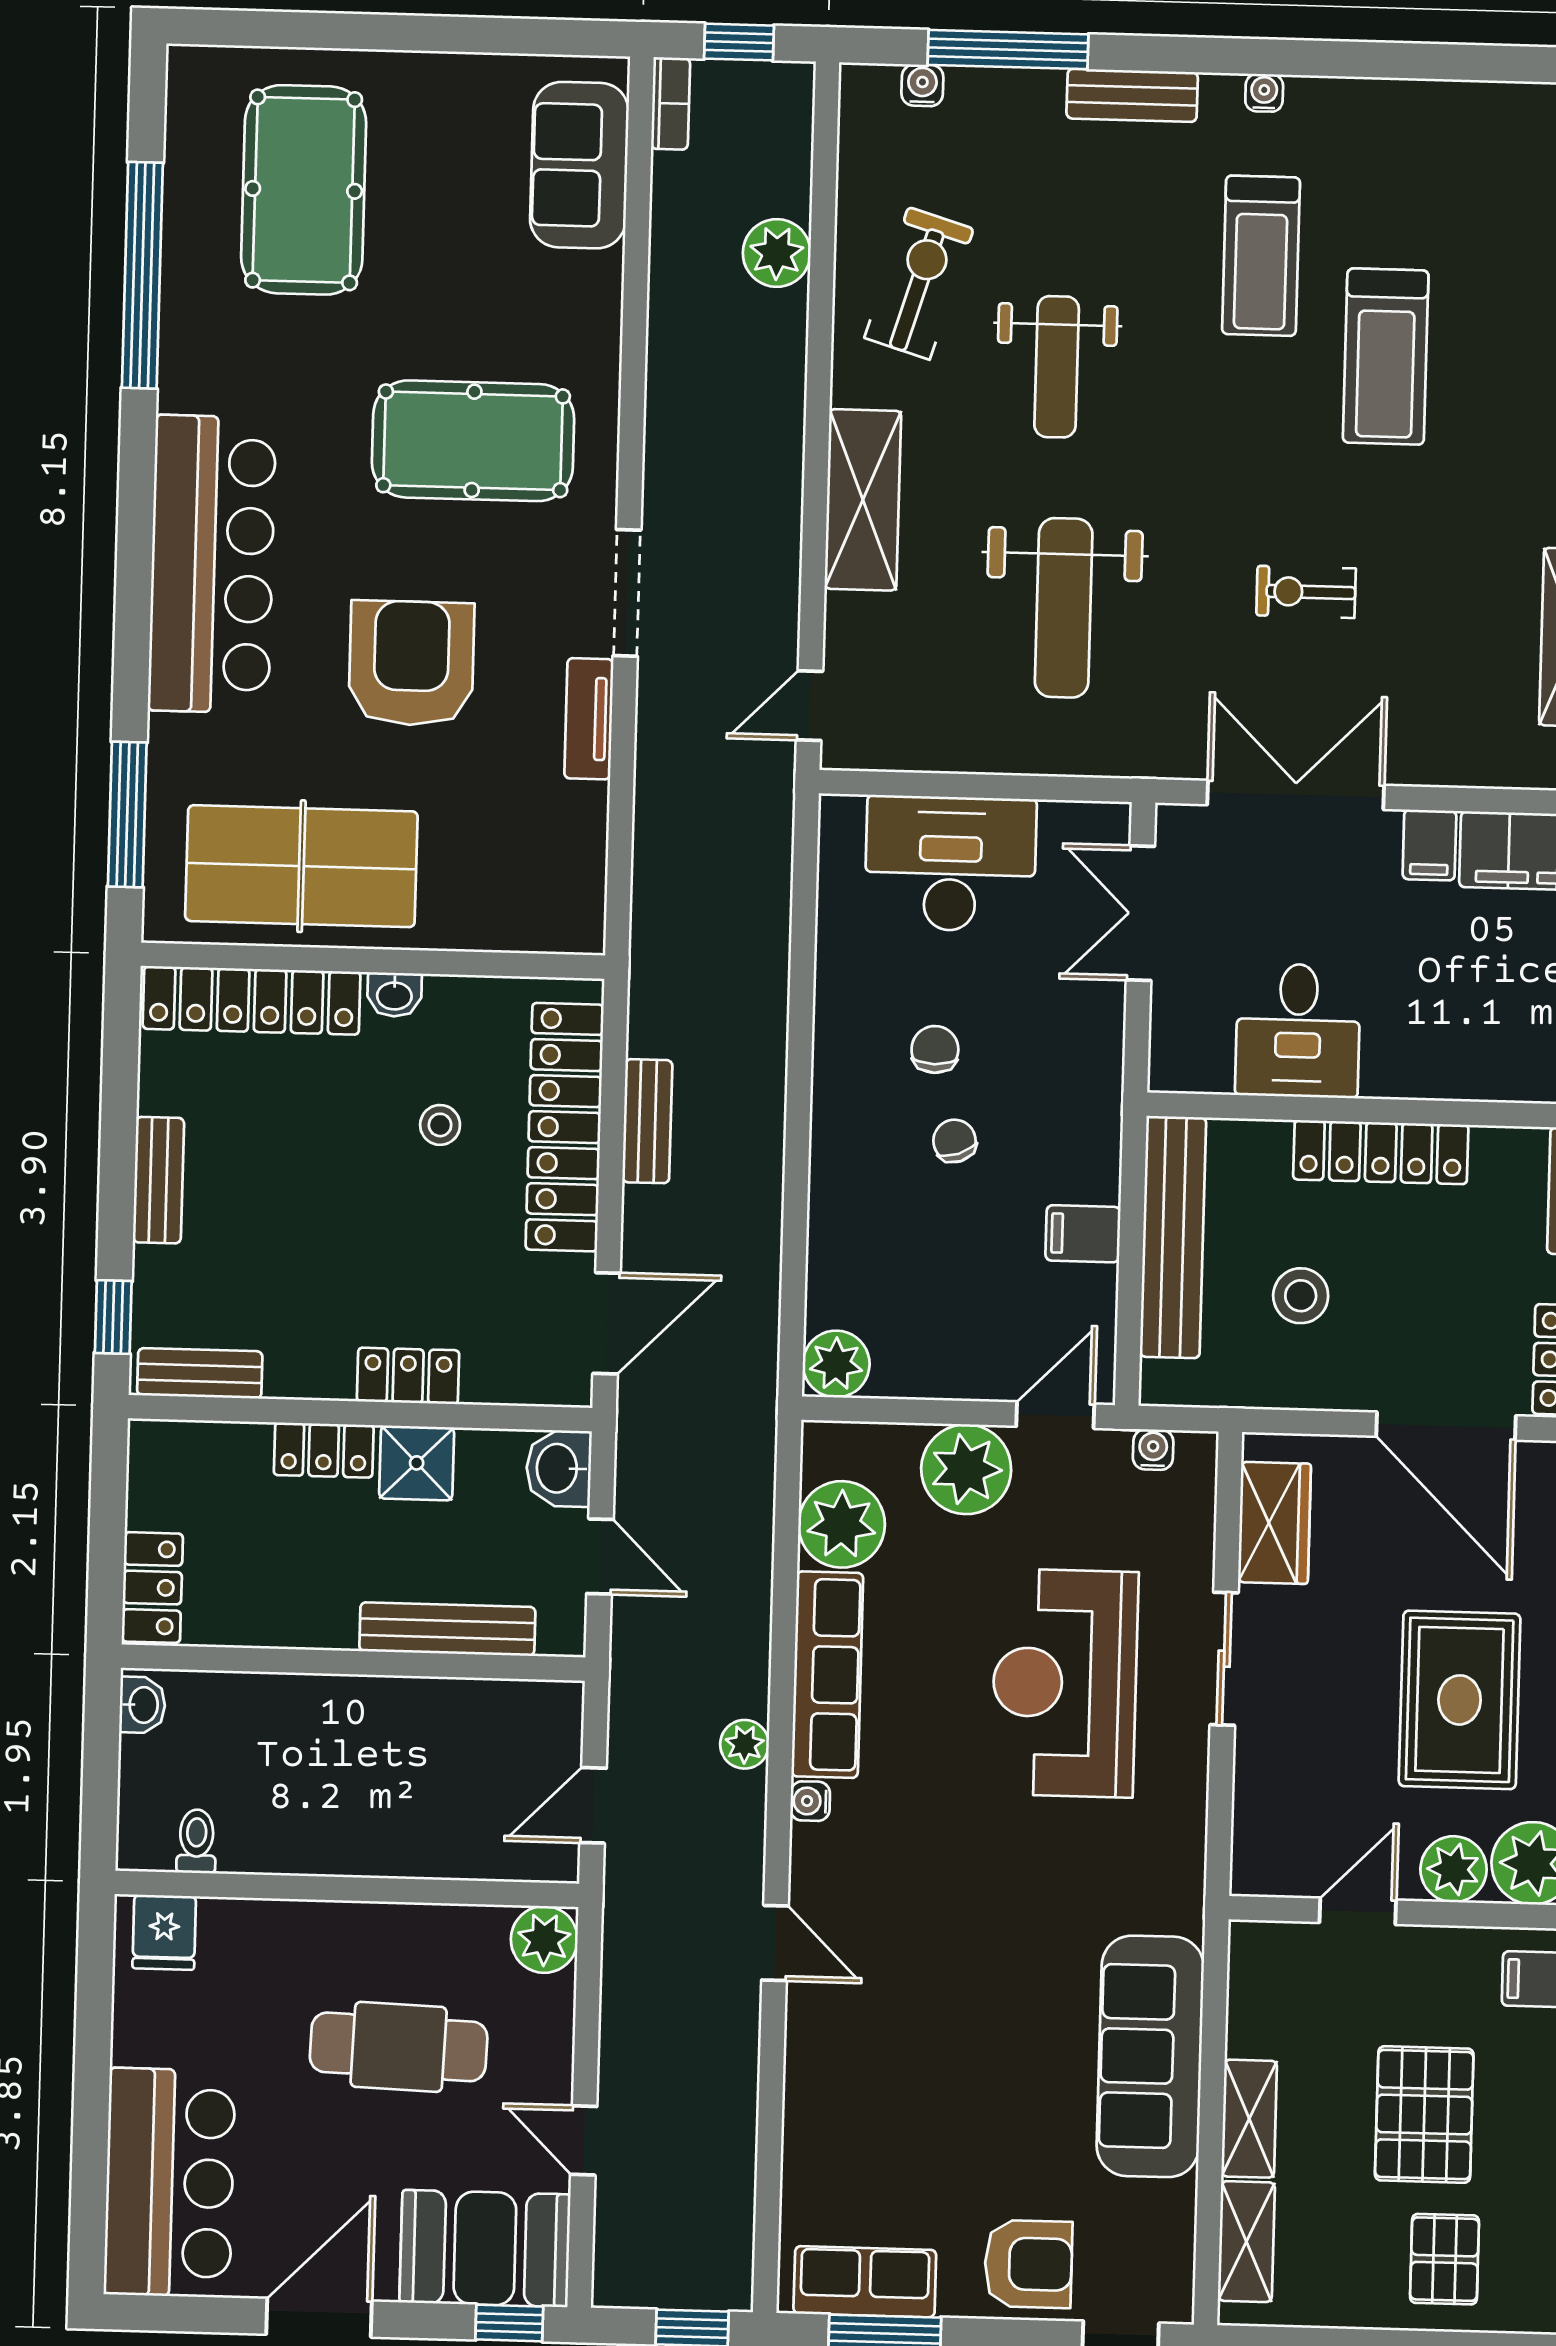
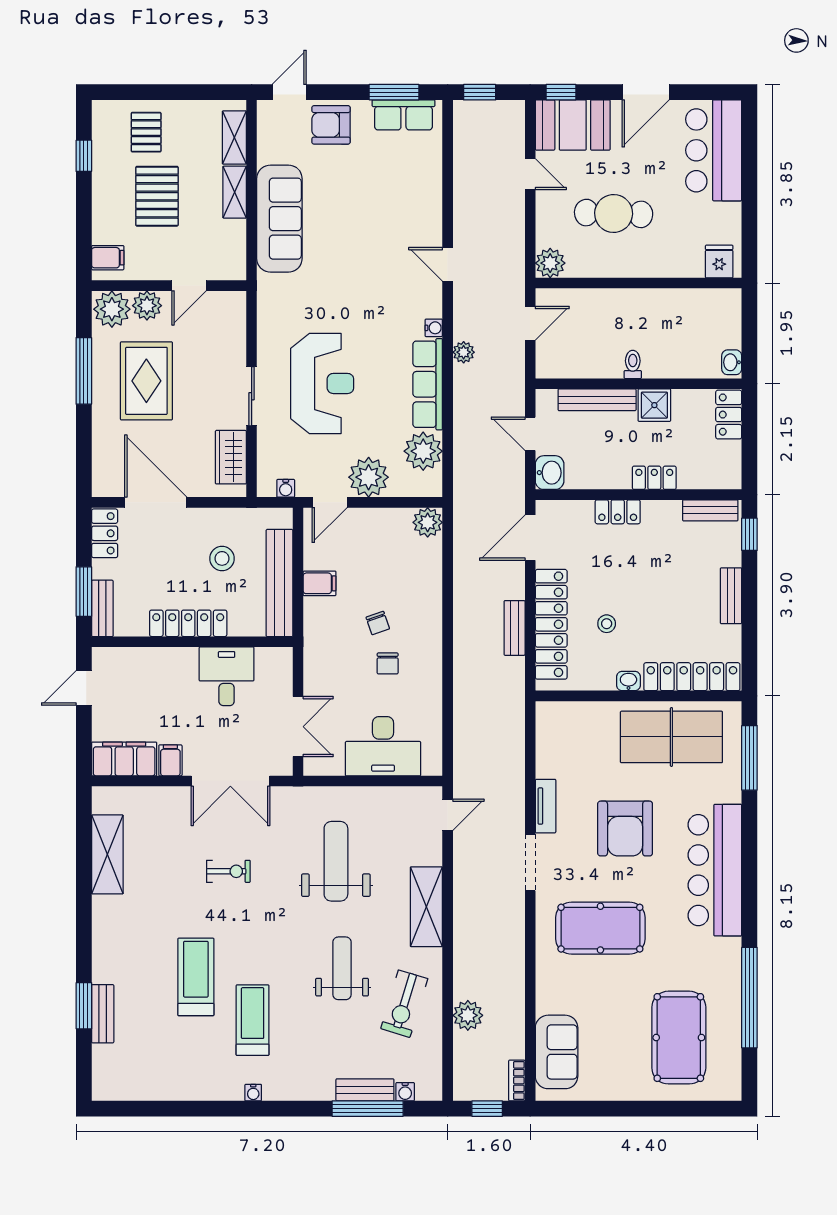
bench: (1132, 95) -> (365, 1090), moved
shower: (417, 1463) -> (654, 405), moved
toilet: (196, 1841) -> (633, 364), moved, turned 180

